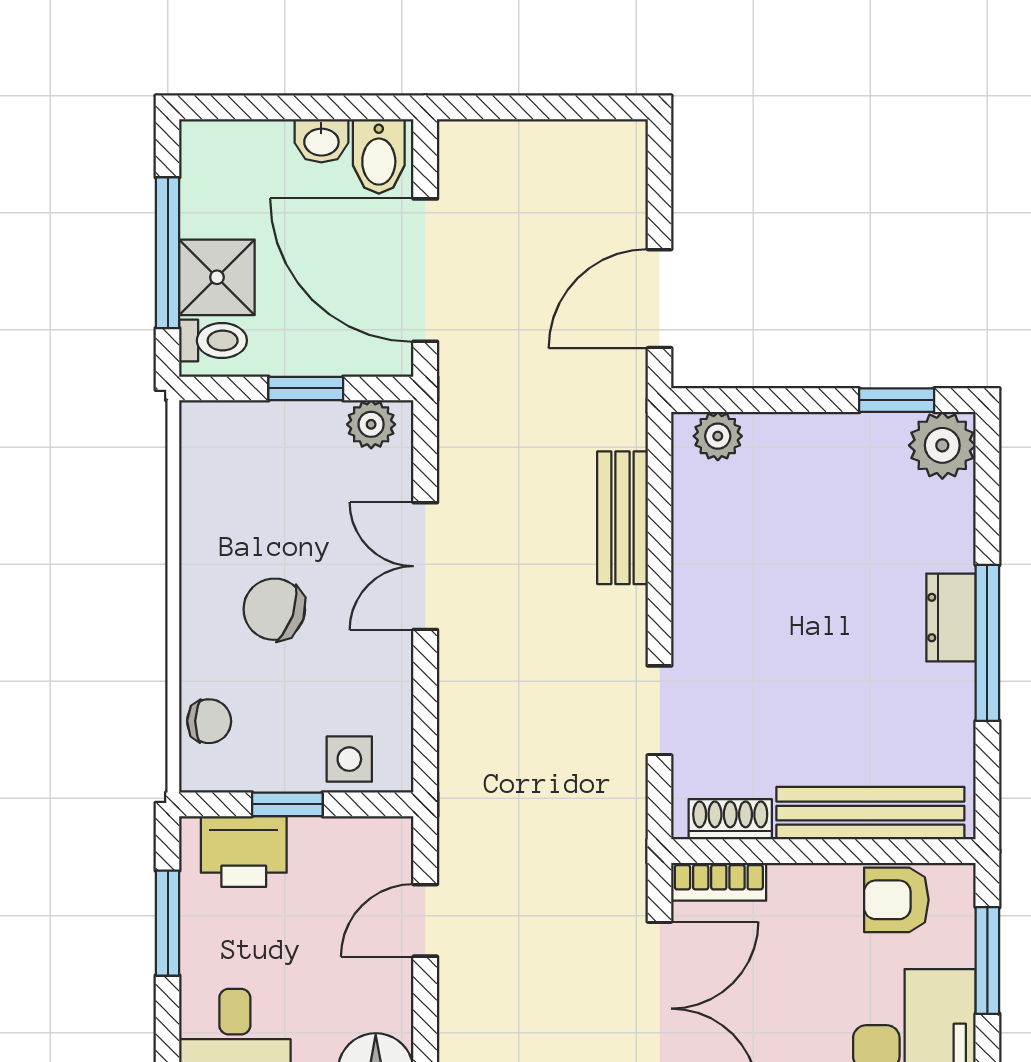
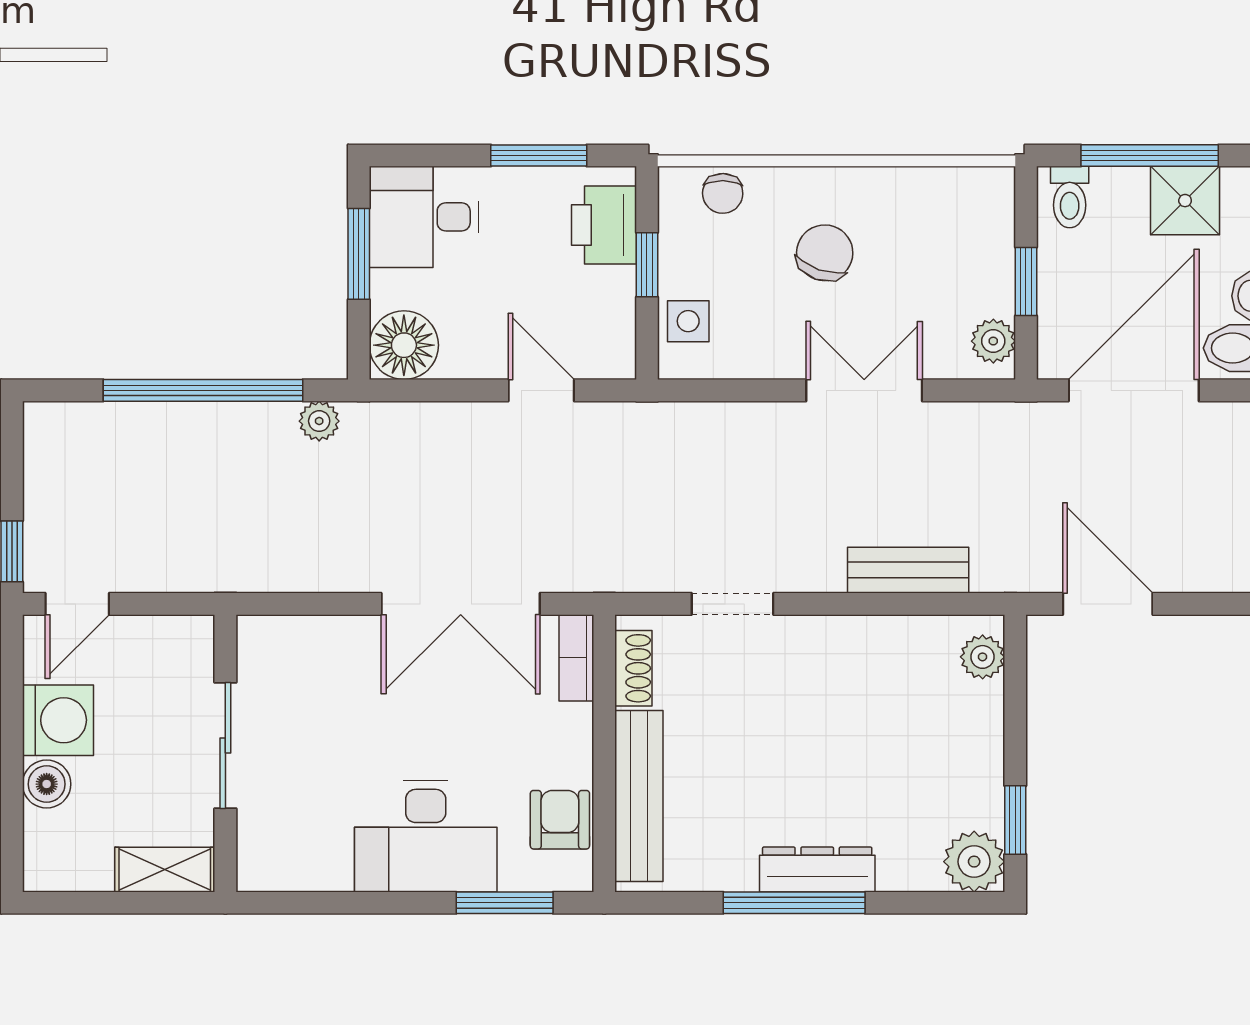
shower: (217, 277) -> (1185, 201), moved
dresser: (951, 618) -> (817, 870), width x1.44

